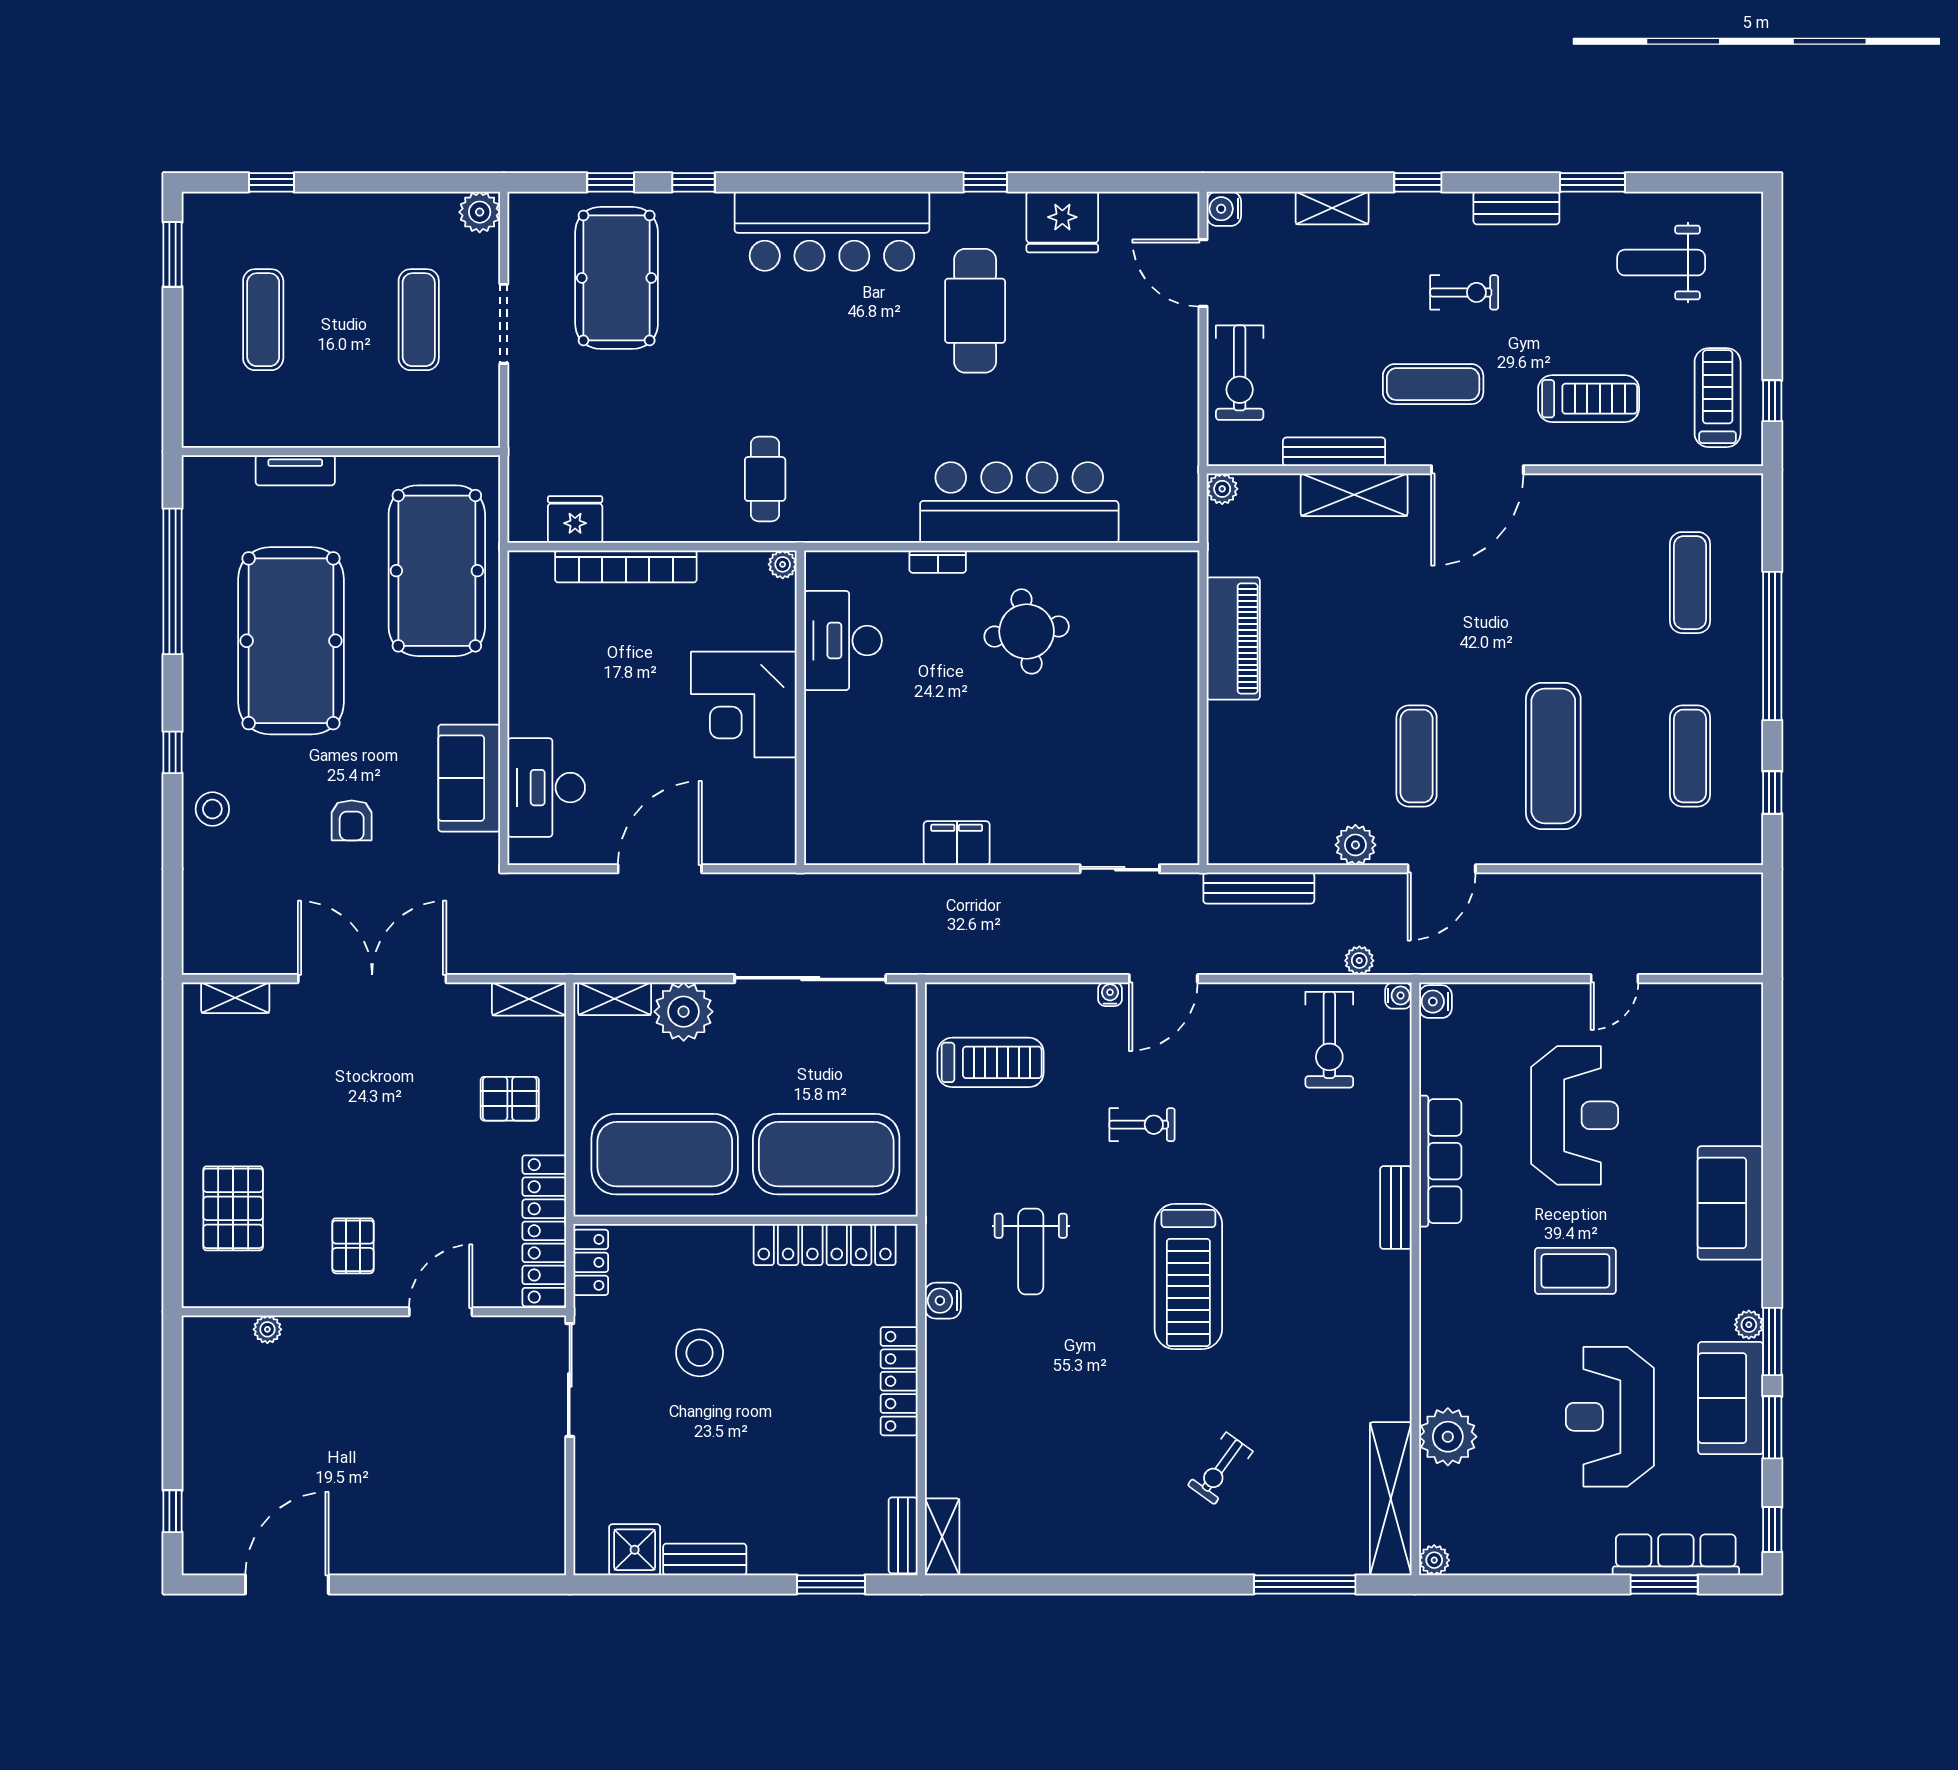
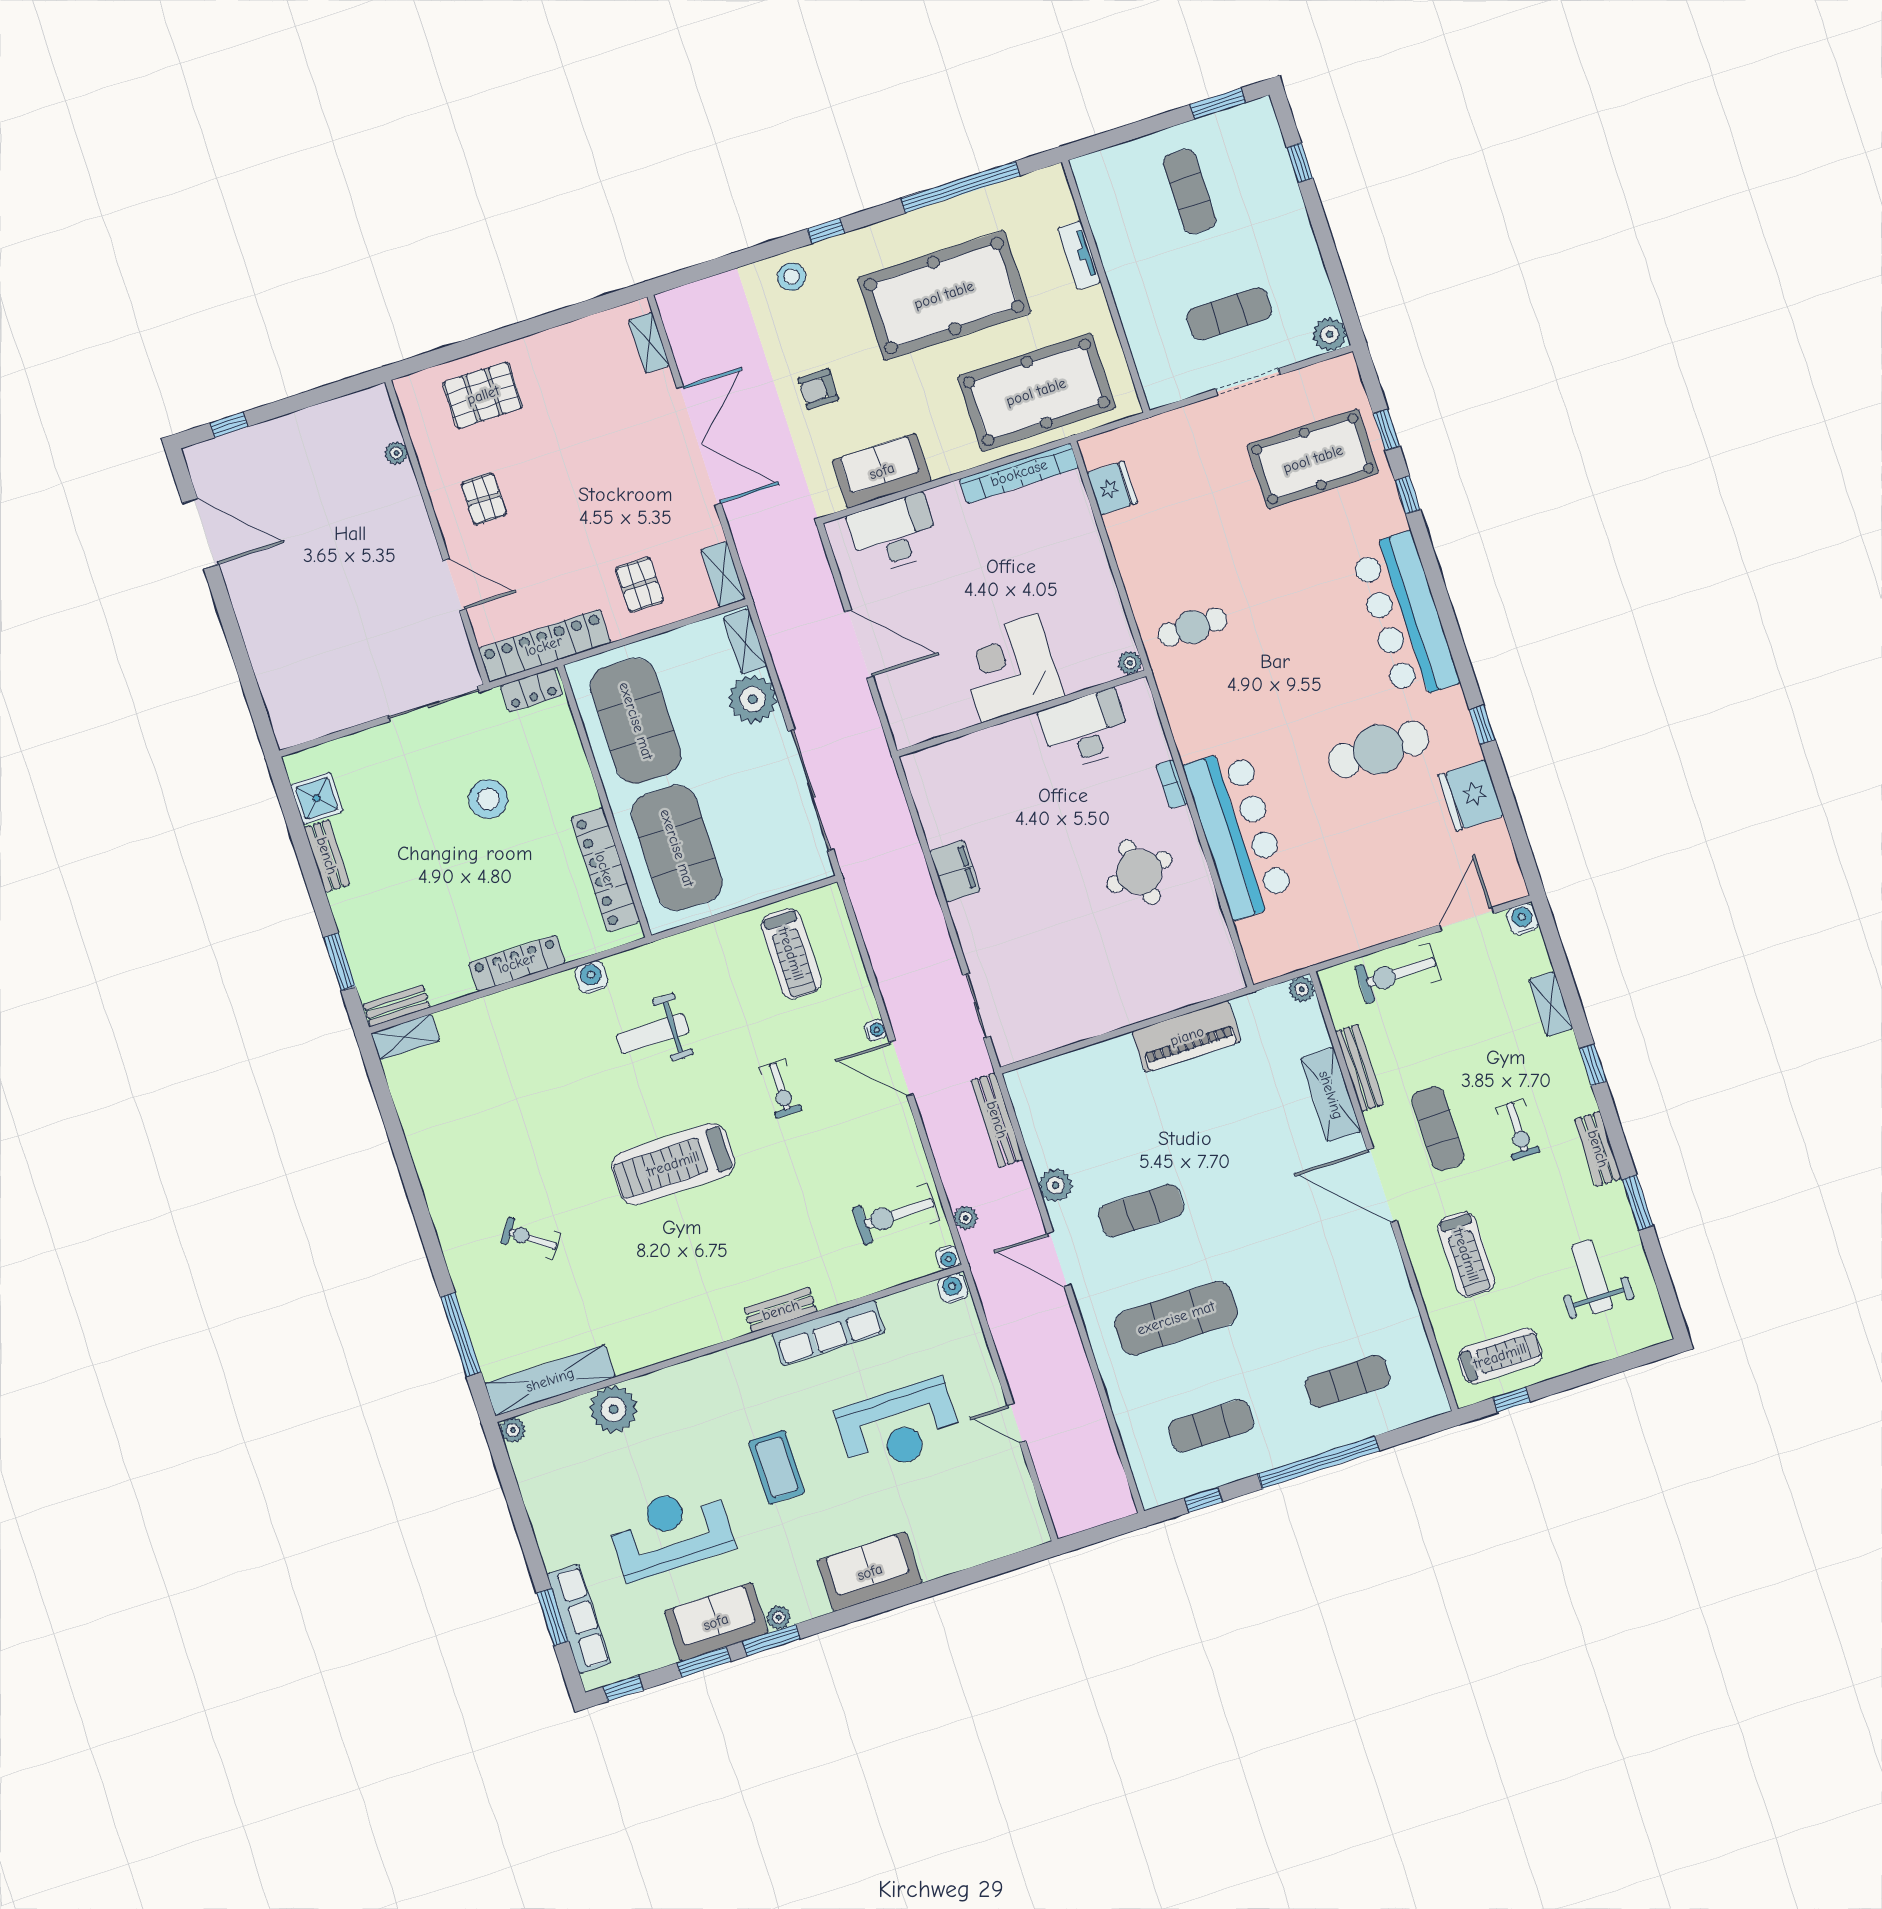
exercise mat: (263, 320) -> (1190, 191), turned 90
bookcase: (626, 566) -> (1019, 473), moved, turned -90
pallet: (353, 1246) -> (484, 499), turned 90

